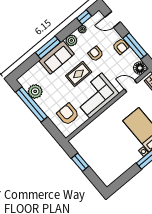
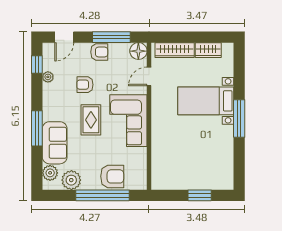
plant: (71, 40) -> (50, 173), moved
sofa: (57, 57) -> (55, 143), moved
window: (31, 104) -> (102, 195), moved
armchair: (68, 114) -> (112, 176), moved, turned 180
window: (80, 162) -> (200, 195), moved

